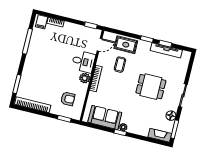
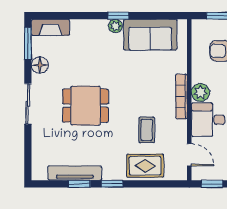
door: (100, 45) -> (189, 155), swing flipped

